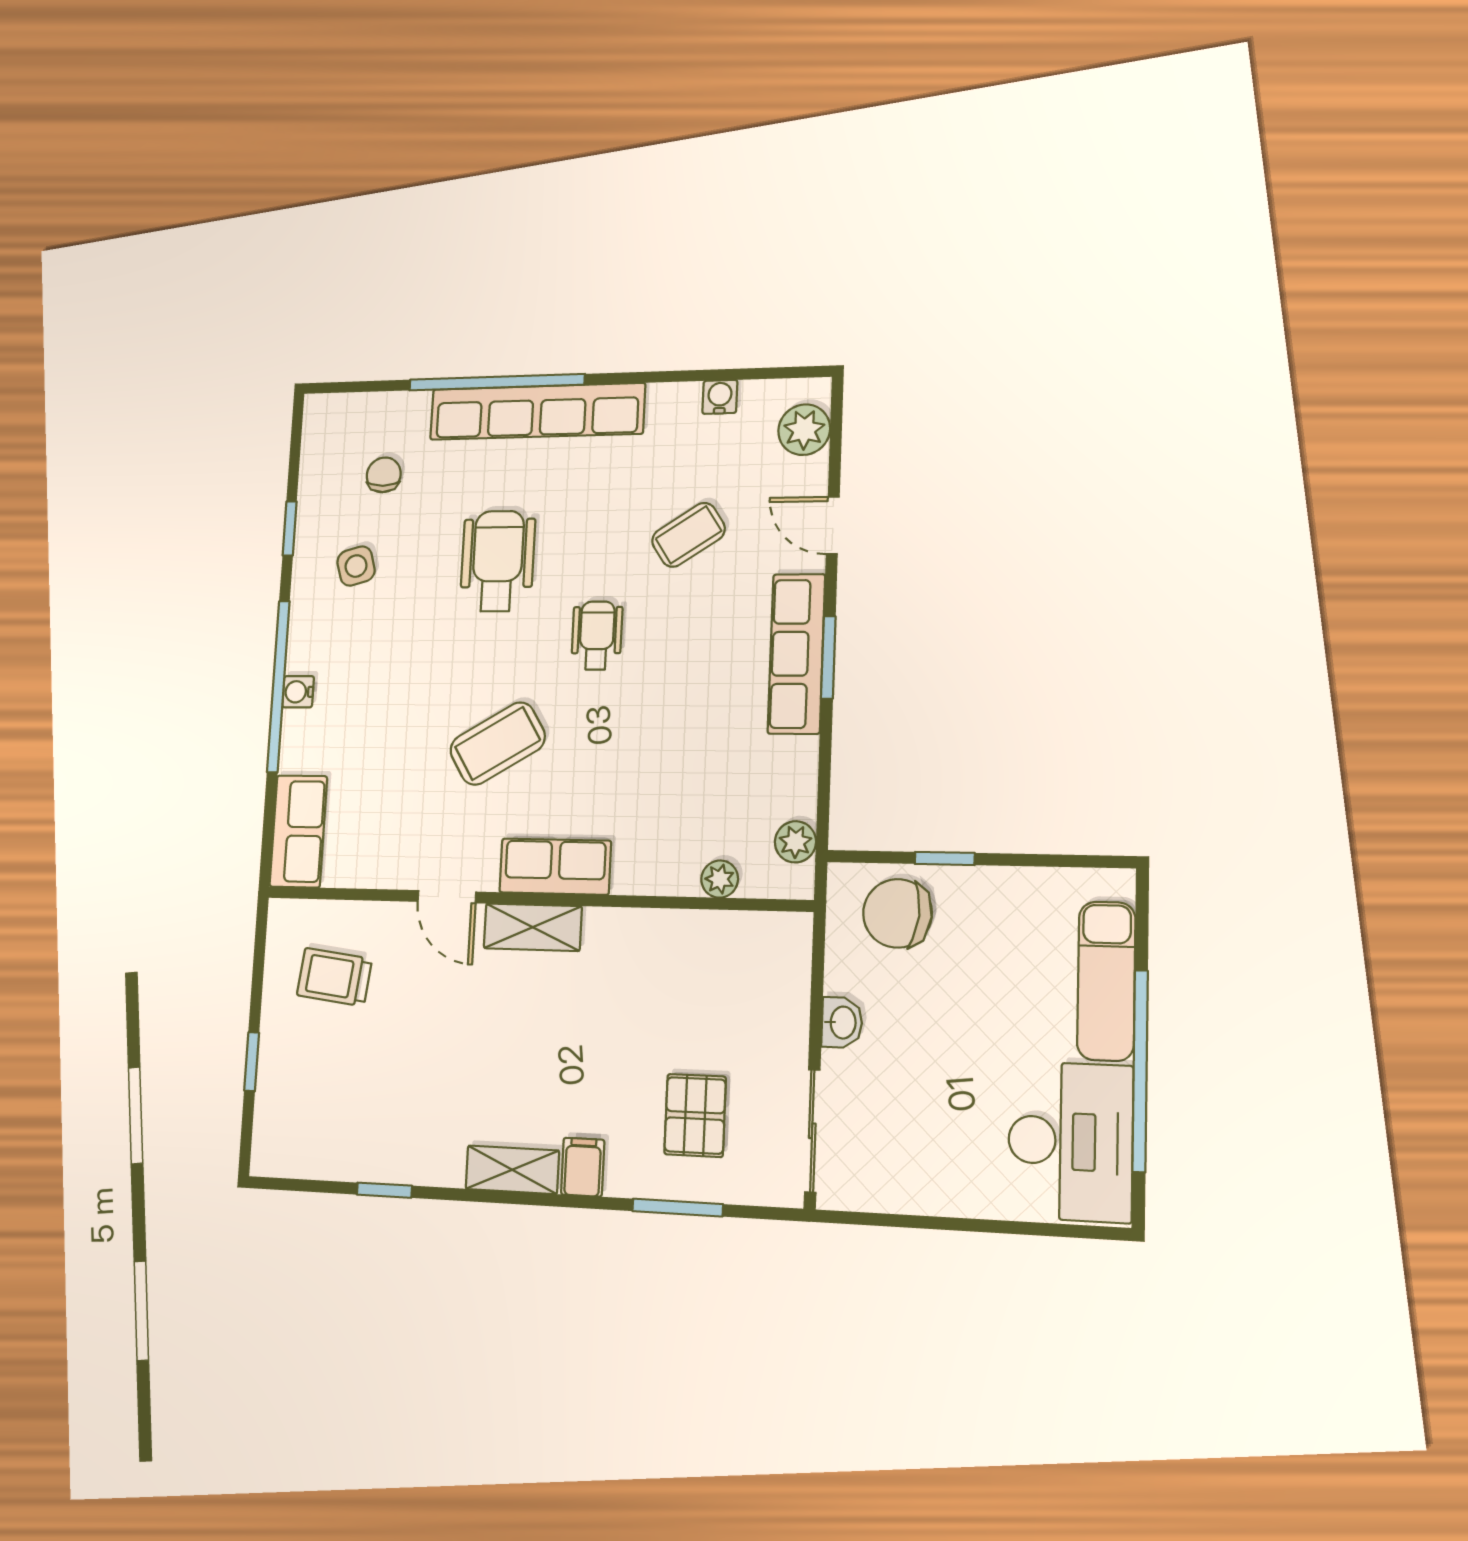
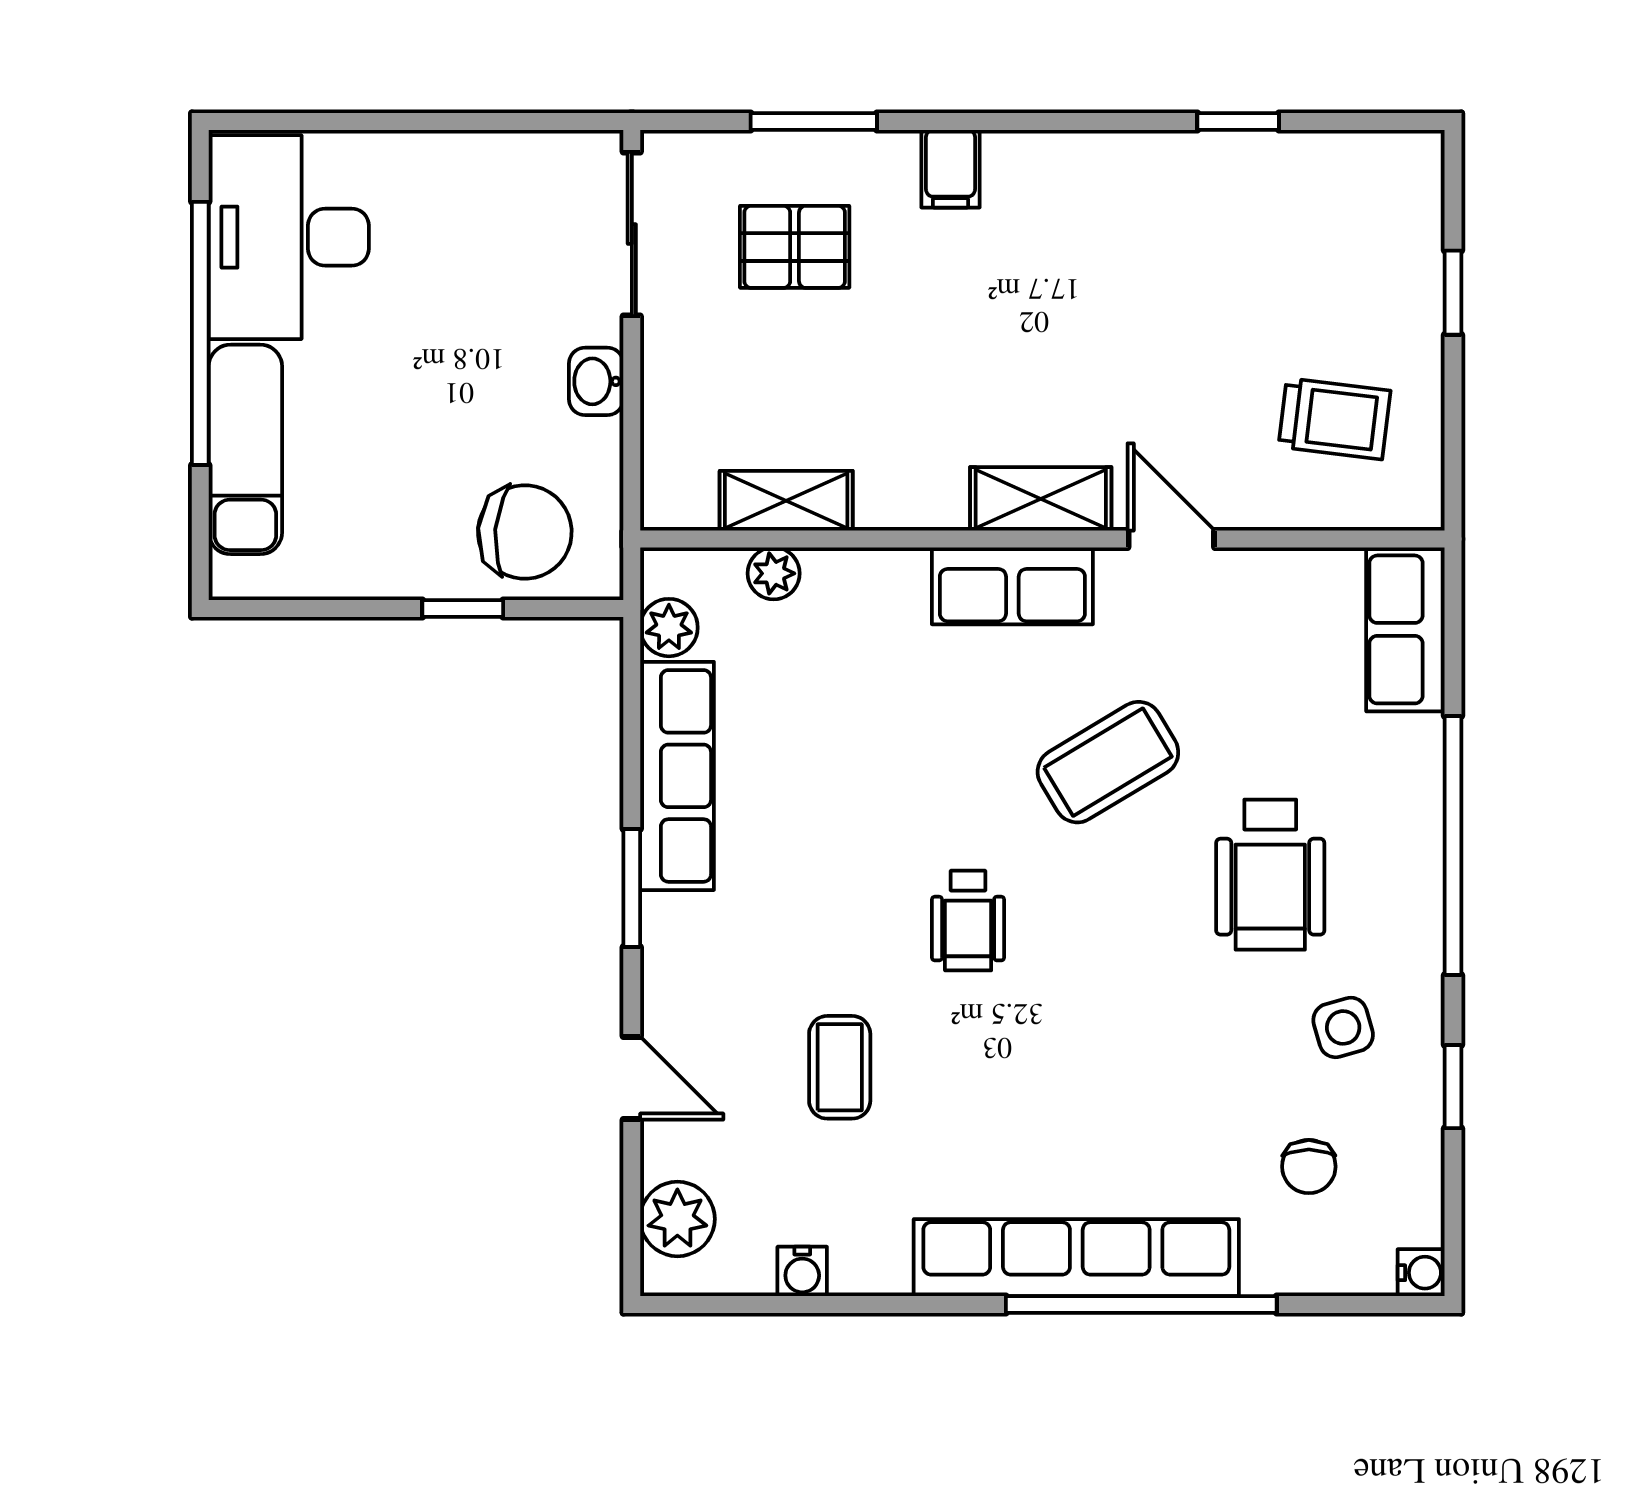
coffee table: (688, 535) -> (840, 1067), turned -57
wheelchair: (498, 561) -> (1270, 875), moved
row of seats: (796, 654) -> (677, 776), moved
water cooler: (298, 692) -> (1421, 1273), moved
pallet: (695, 1115) -> (795, 247), turned 90
shelving: (512, 1170) -> (786, 501), moved

